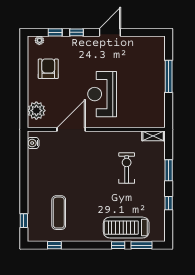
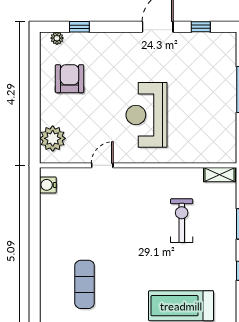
window: (76, 32) -> (201, 27), moved
door: (71, 129) -> (102, 165), width x0.53
window: (24, 221) -> (35, 296), removed

